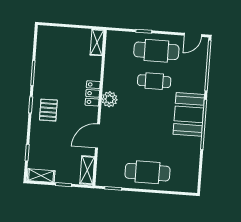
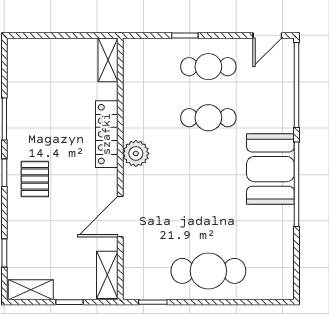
cafe table: (156, 51) -> (208, 67), width x0.73, depth x0.74
locker: (93, 93) -> (107, 134), width x1.53

